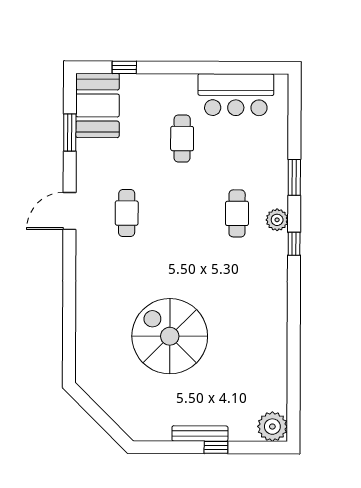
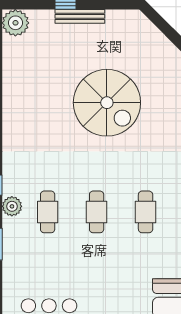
cafe table: (182, 139) -> (97, 212), moved

